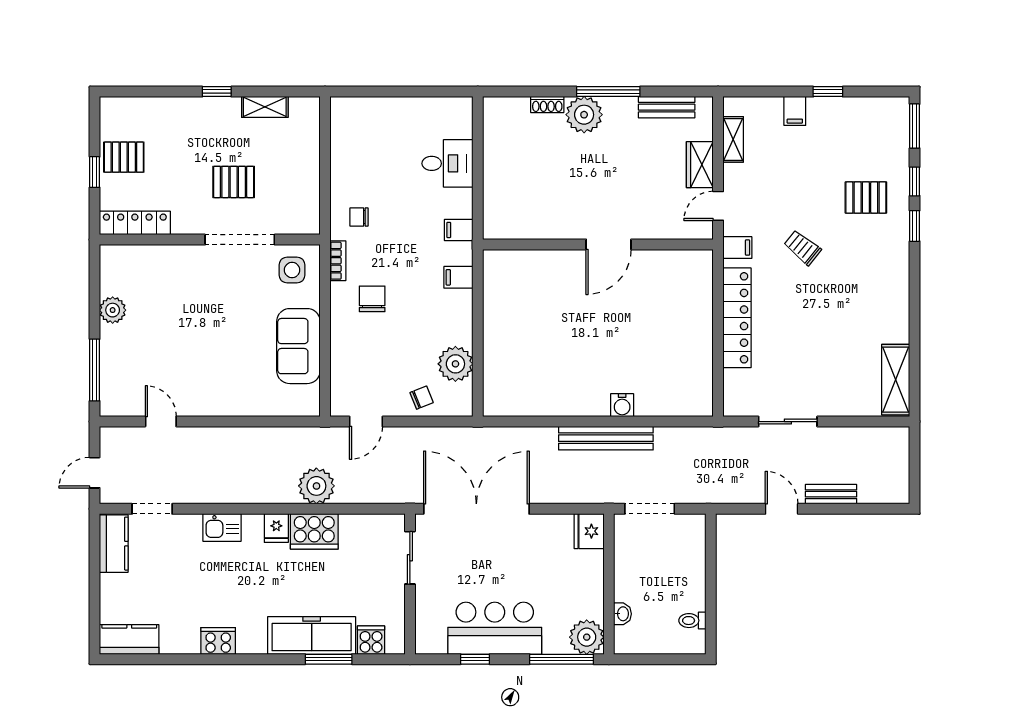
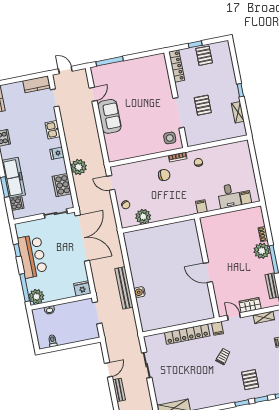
filing cabinet: (458, 277) -> (246, 198), moved
plant: (113, 310) -> (137, 64), removed
sofa: (298, 346) -> (109, 116), moved, turned 90
cooker: (314, 531) -> (62, 185), moved

